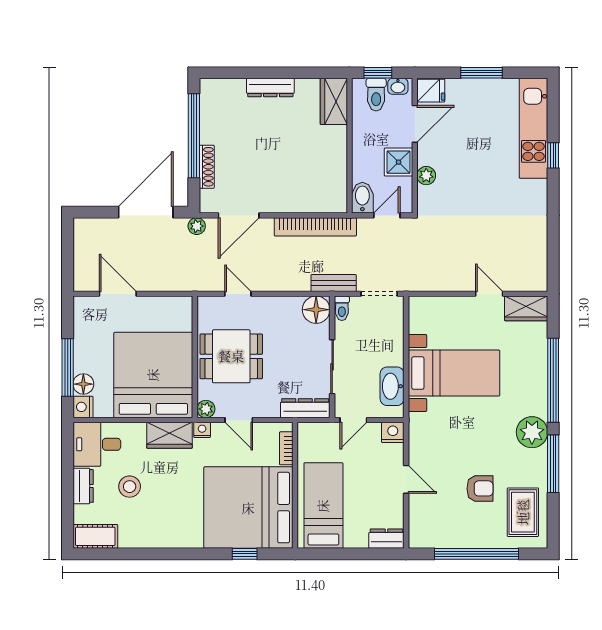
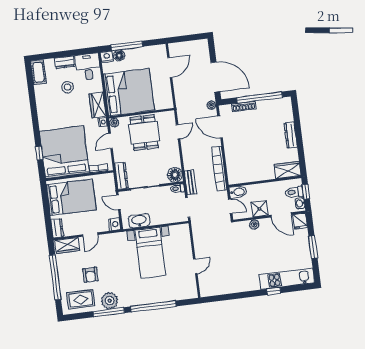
wardrobe: (526, 308) -> (67, 245), moved, turned -90
plant: (532, 432) -> (110, 301), moved
bed: (323, 506) -> (71, 197), width x1.50

